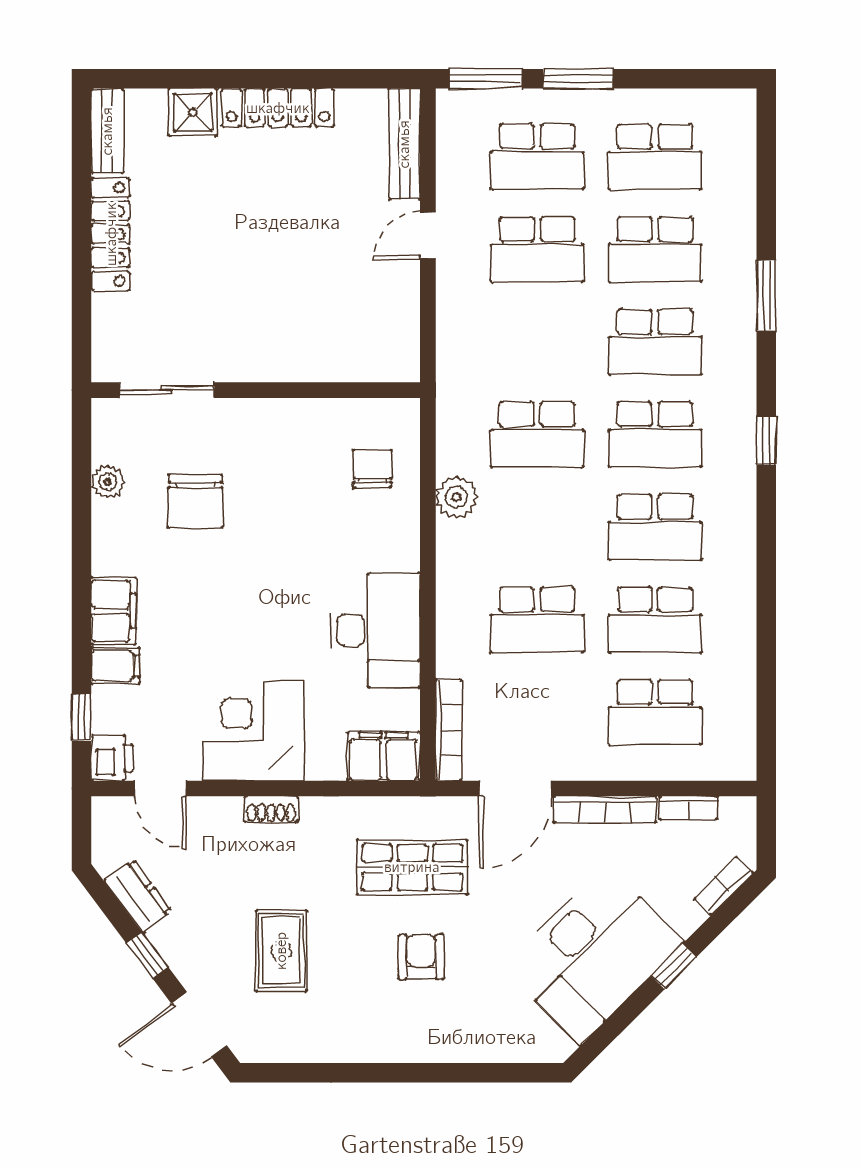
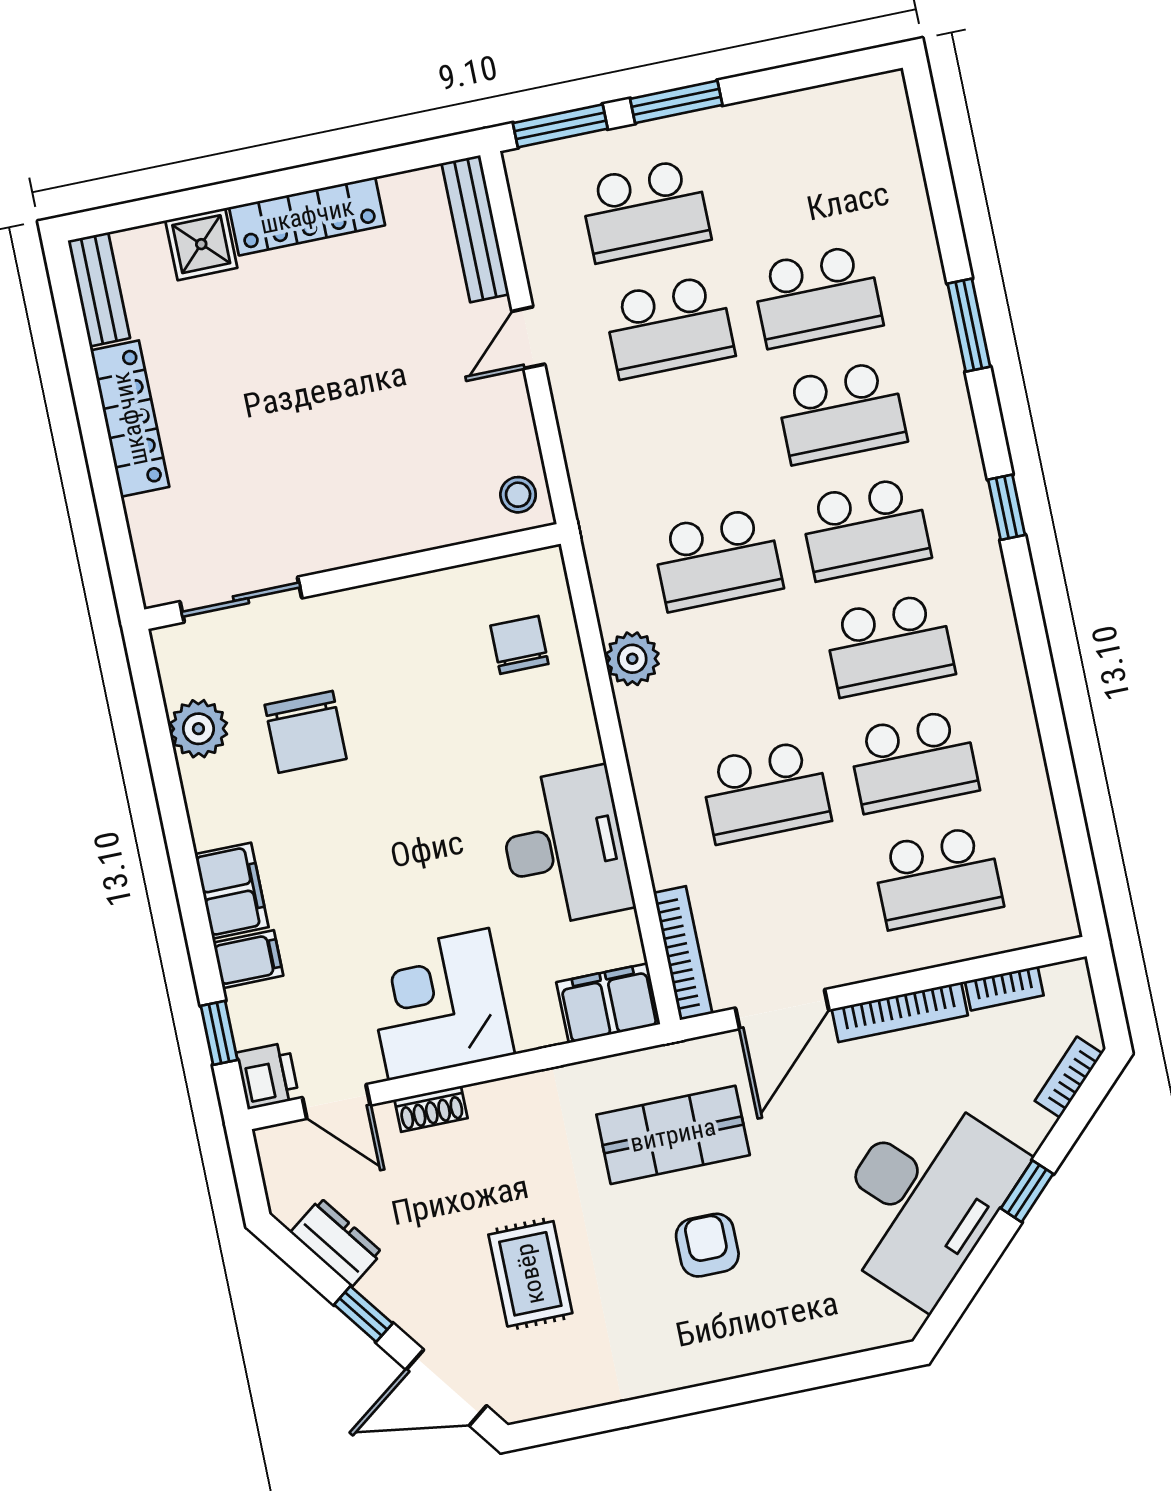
school desk: (655, 157) -> (793, 180), removed
stool: (395, 354) -> (518, 495), added
plant: (108, 482) -> (198, 729), width x1.38, depth x1.38
shoe rack: (271, 809) -> (431, 1109), moved

